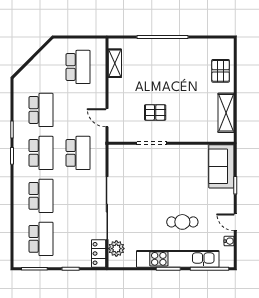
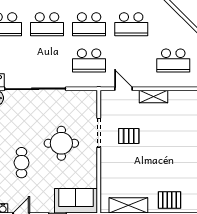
shelving: (115, 63) -> (153, 96), moved
pallet: (155, 112) -> (129, 136), turned 90
door: (107, 118) -> (123, 89), hinge flipped
round table: (163, 181) -> (61, 143), added

